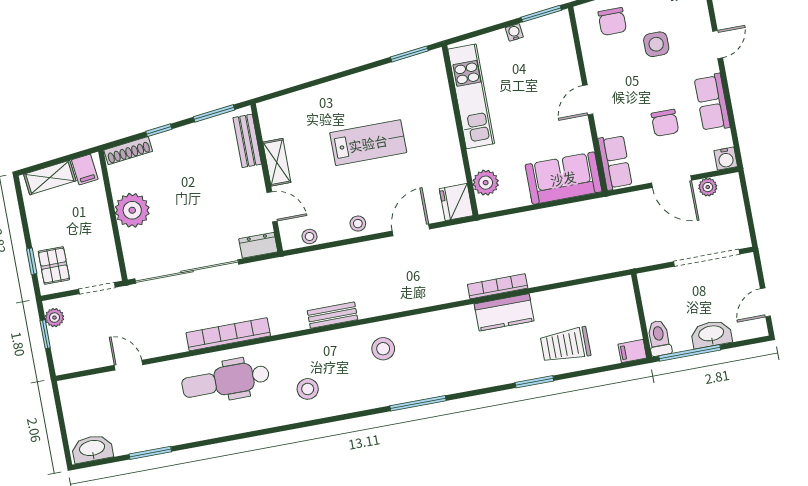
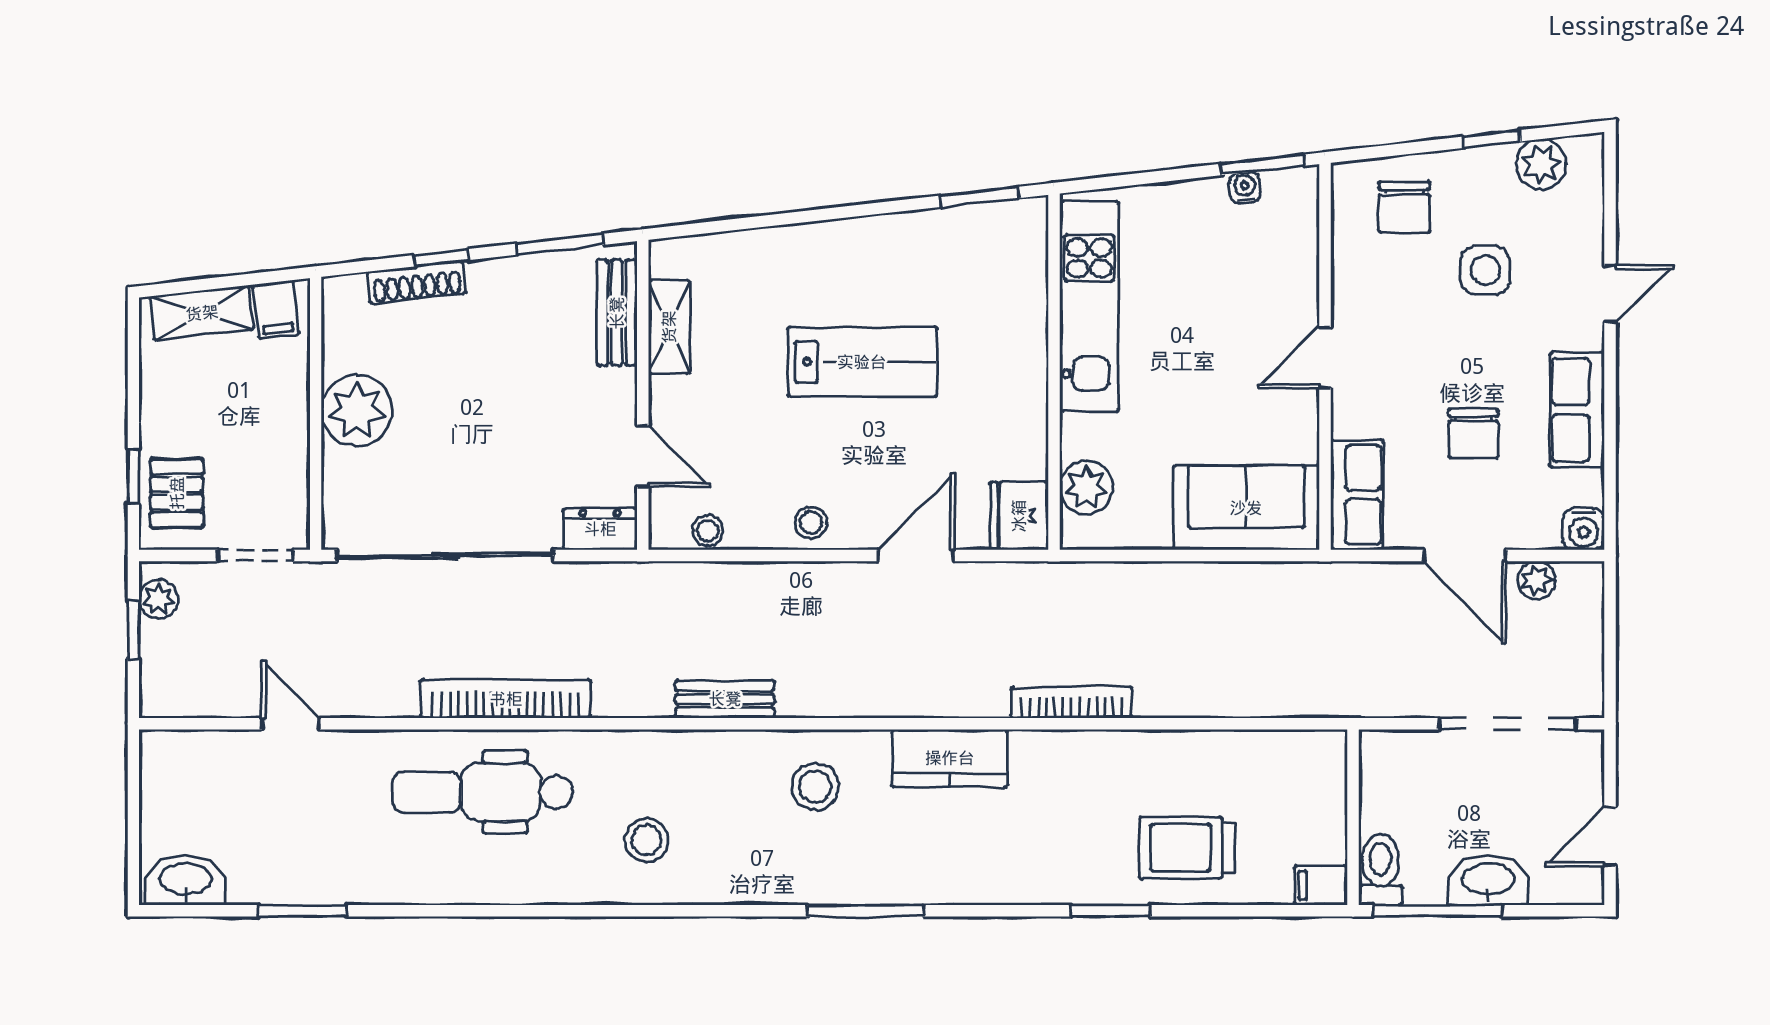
water cooler: (514, 32) -> (1245, 188), moved
shoe rack: (128, 151) -> (417, 282), moved
shelving: (277, 162) -> (669, 327), moved
kitchen counter: (504, 312) -> (950, 758), moved

